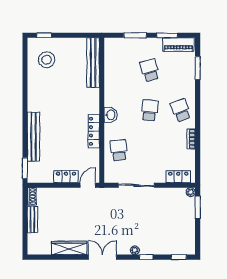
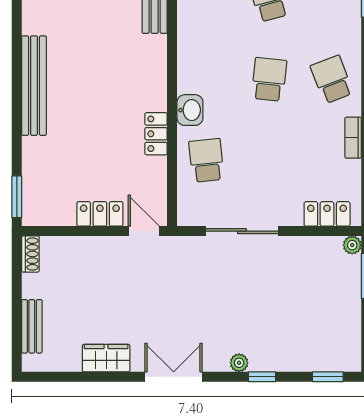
washbasin: (111, 115) -> (190, 110), moved
locker: (94, 131) -> (156, 134), width x0.66
bench: (33, 137) -> (34, 86), moved
door: (88, 185) -> (144, 231), hinge flipped
bench: (32, 220) -> (32, 326), moved
wardrobe: (69, 248) -> (106, 358), width x0.67

